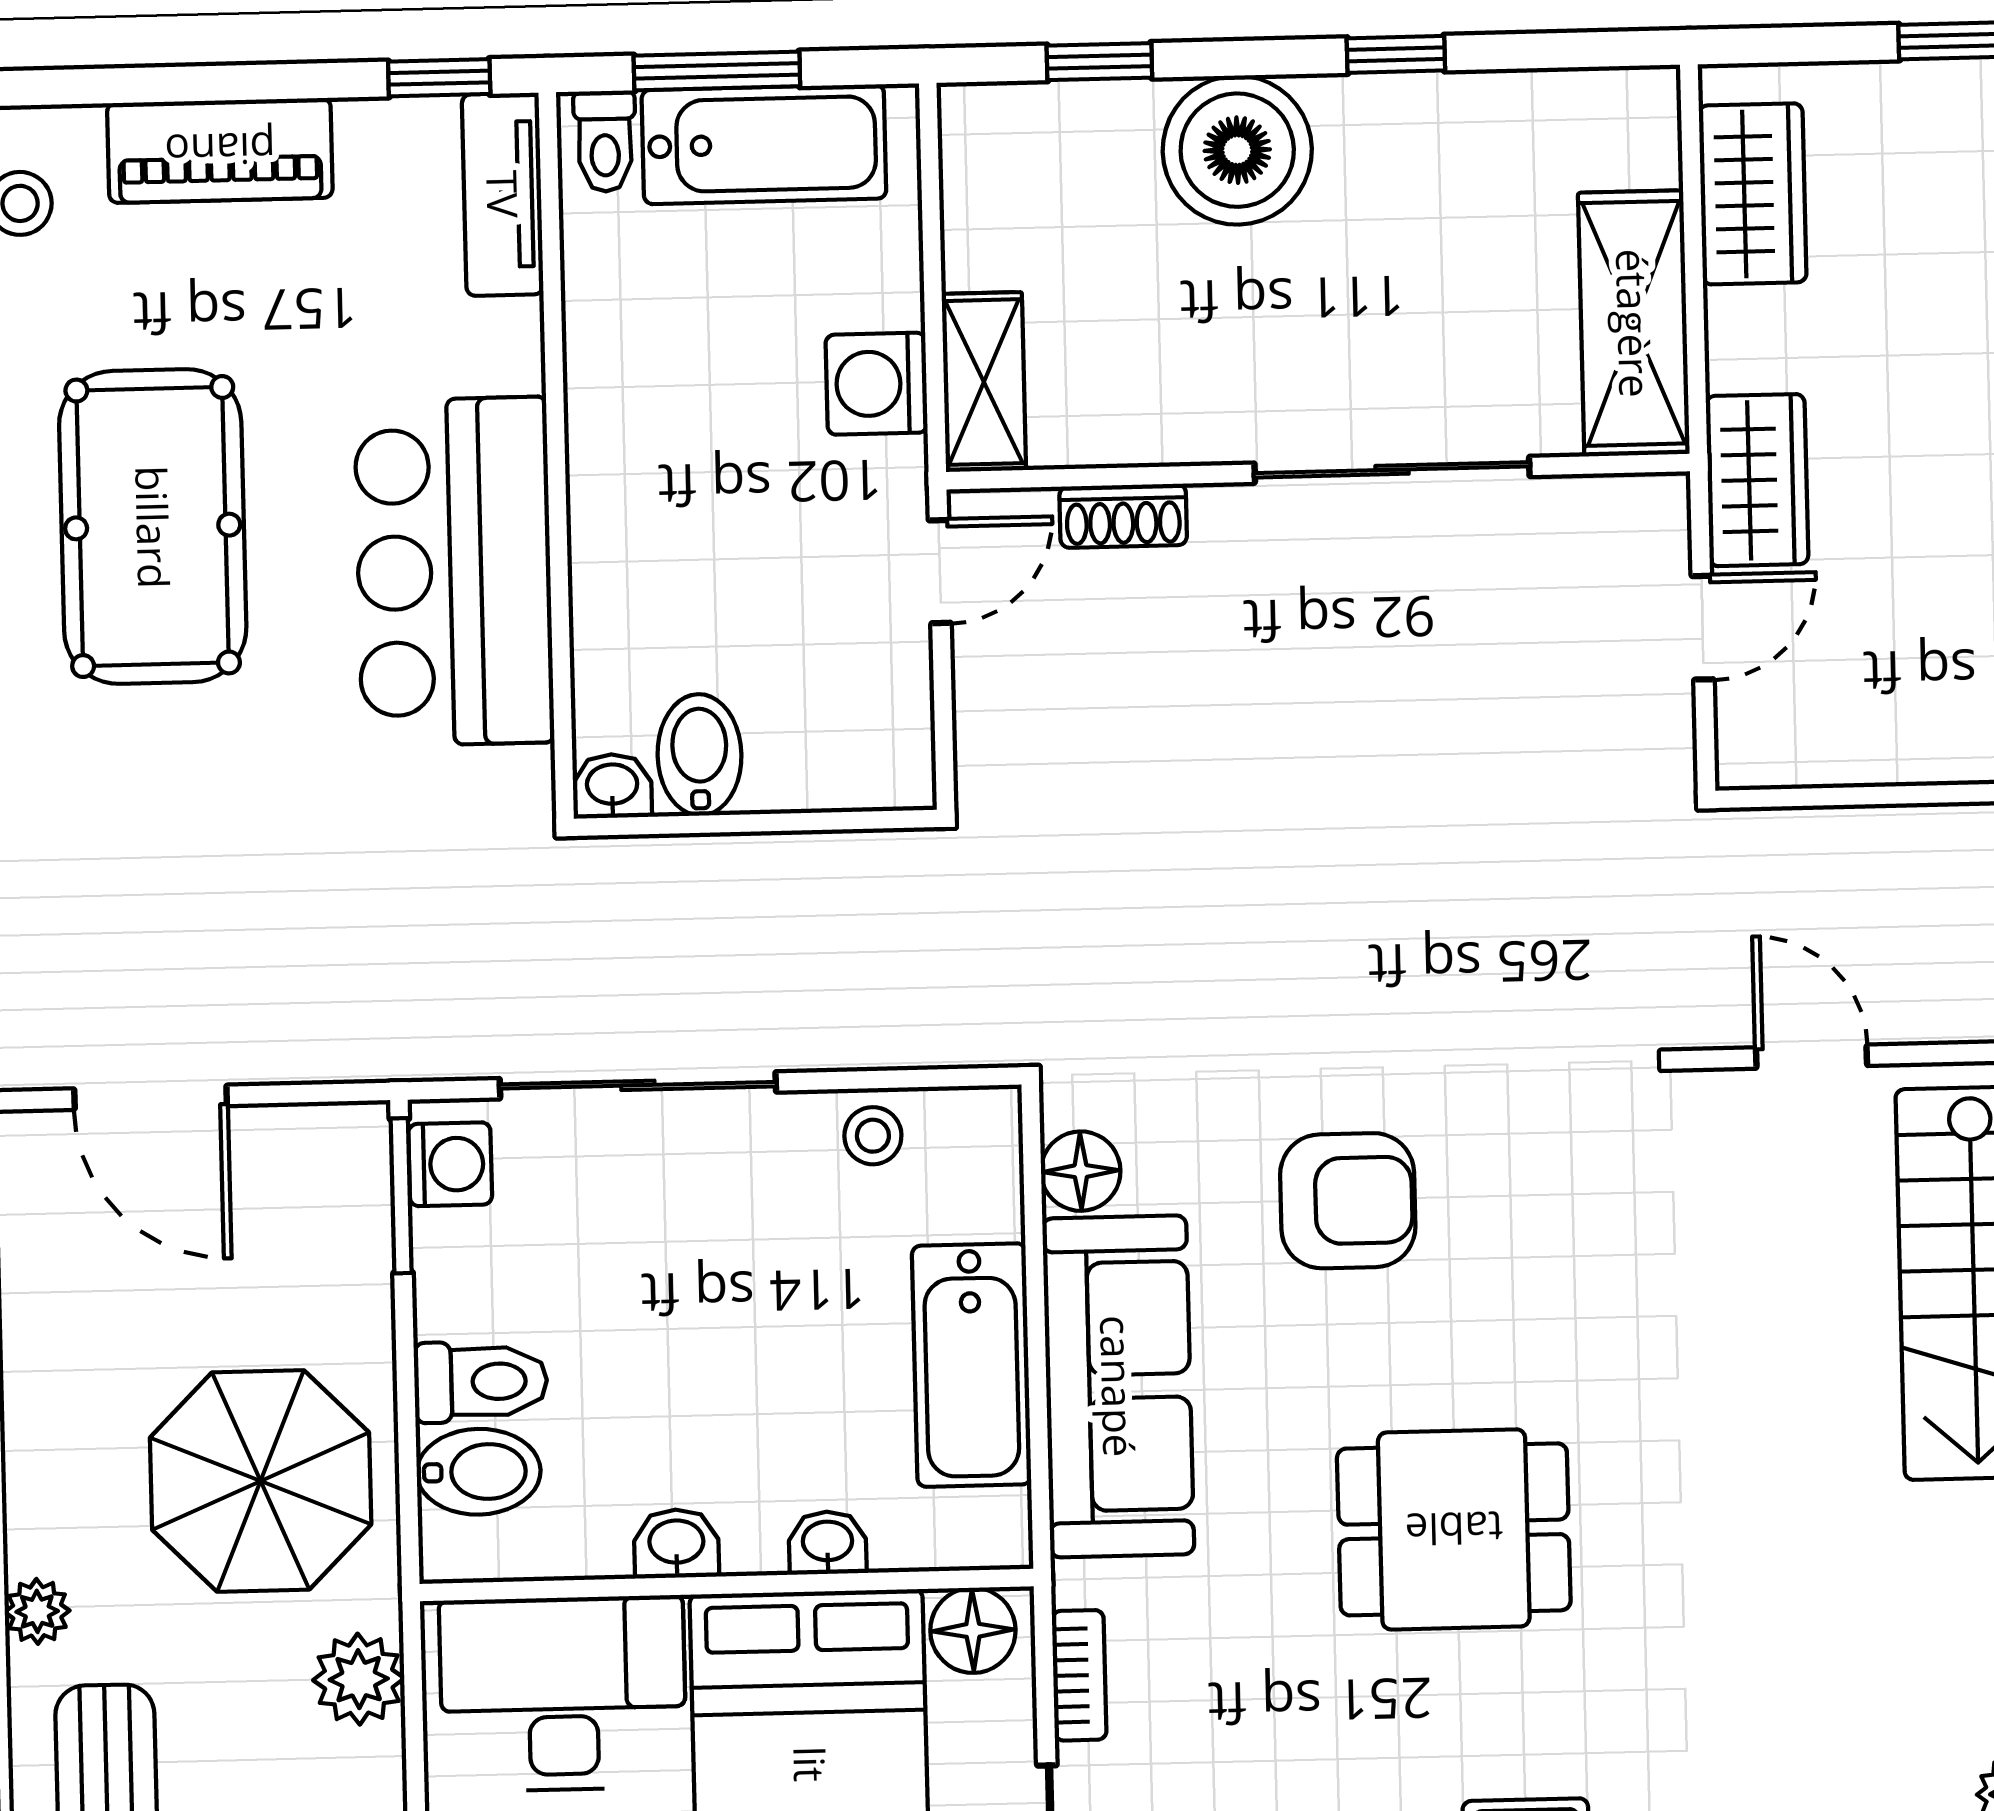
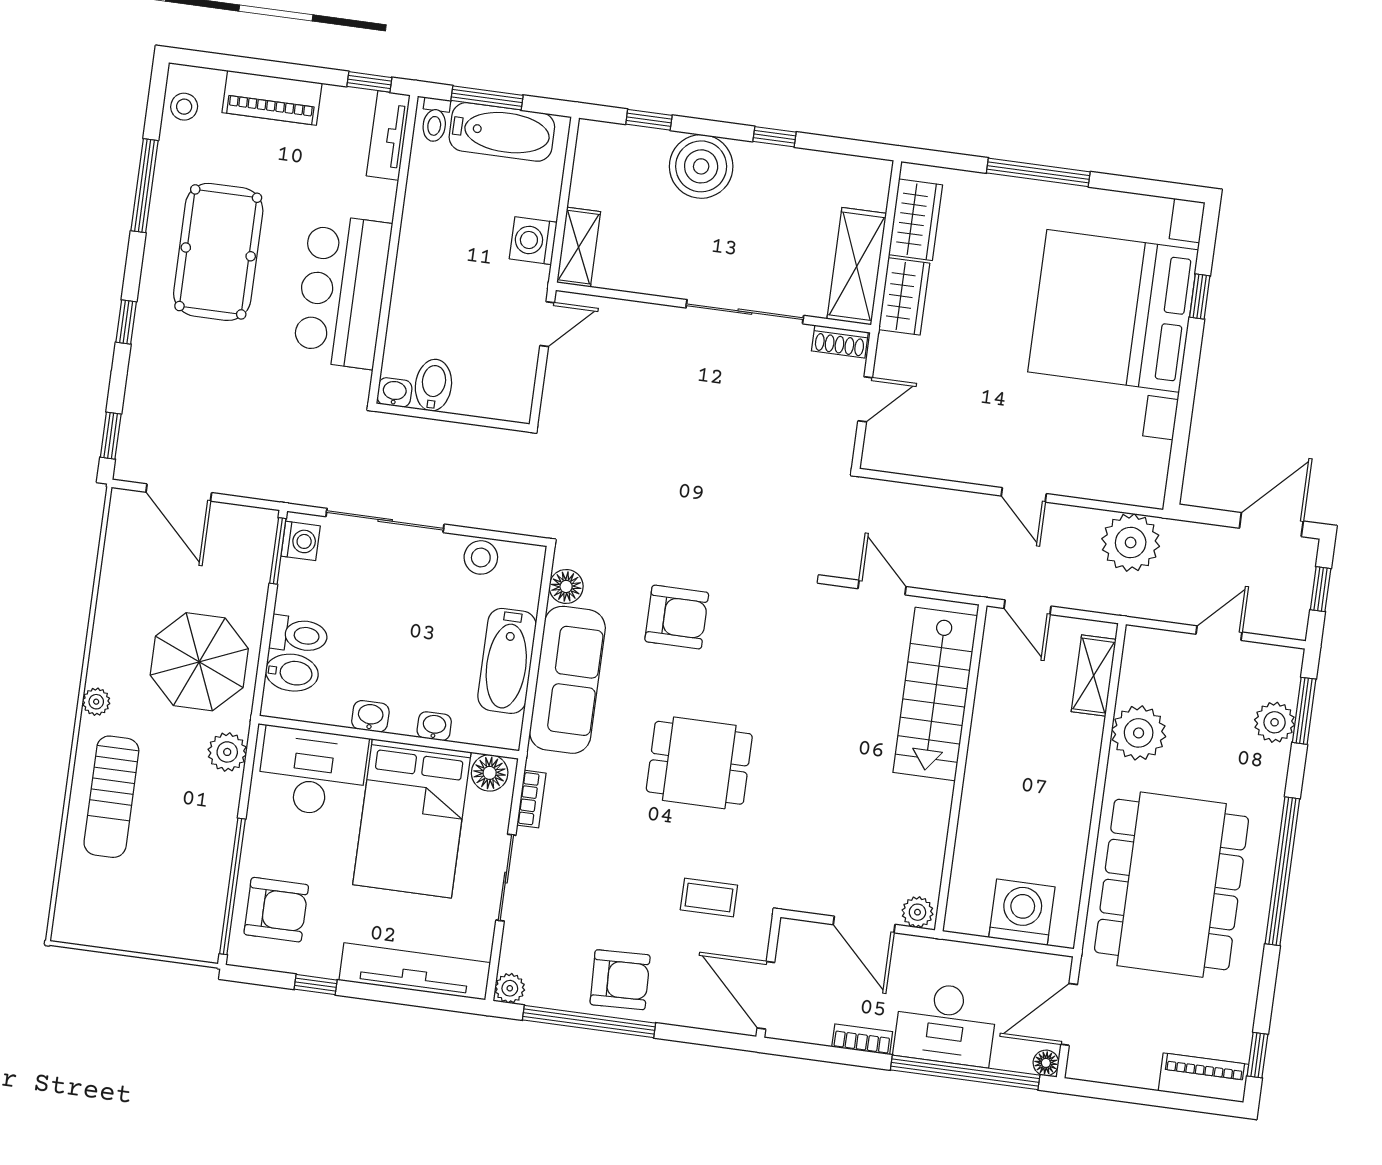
wardrobe: (1757, 480) -> (904, 296), moved
shoe rack: (1123, 516) -> (840, 342), moved
stool: (873, 1136) -> (481, 557), width x1.37, depth x1.37

